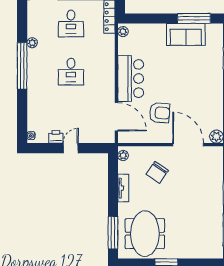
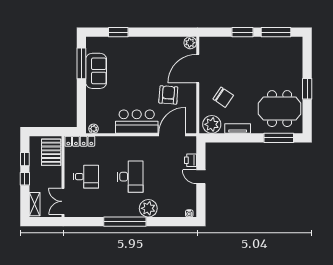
plant: (32, 43) -> (148, 208), moved, width x1.87, depth x1.87
desk: (71, 72) -> (130, 177), width x1.37
printer: (56, 137) -> (190, 160), moved
plant: (123, 155) -> (212, 124), width x1.88, depth x1.88

